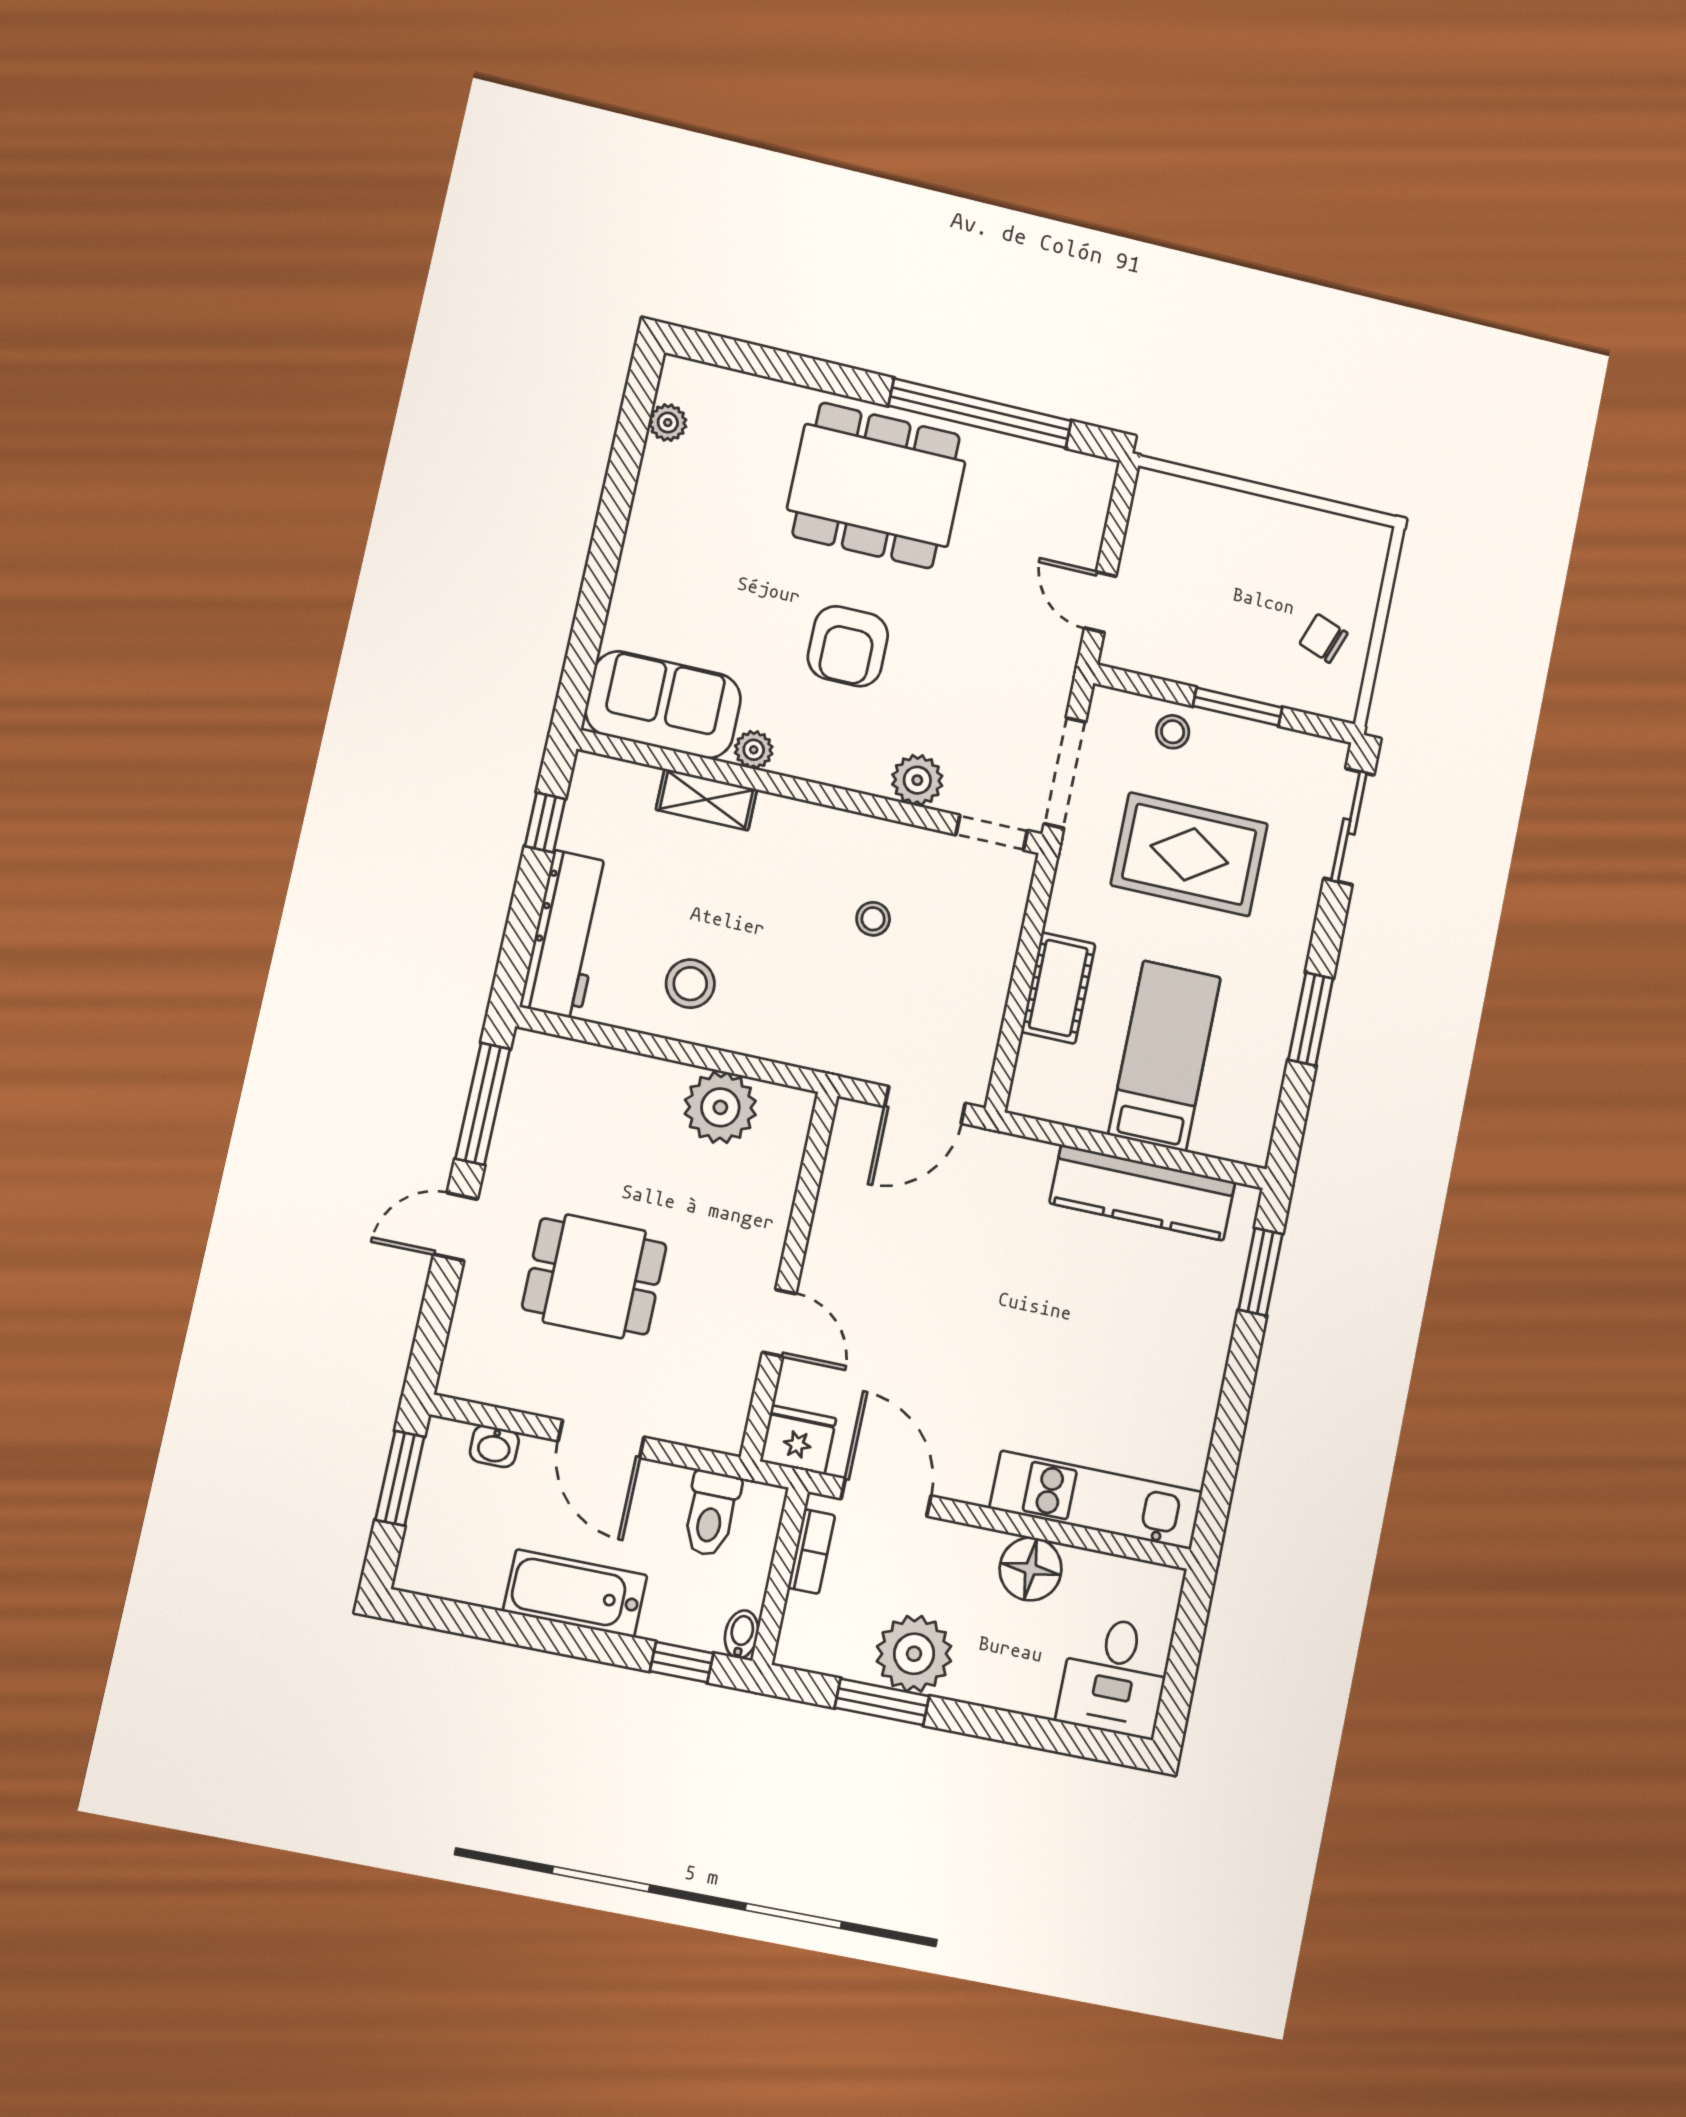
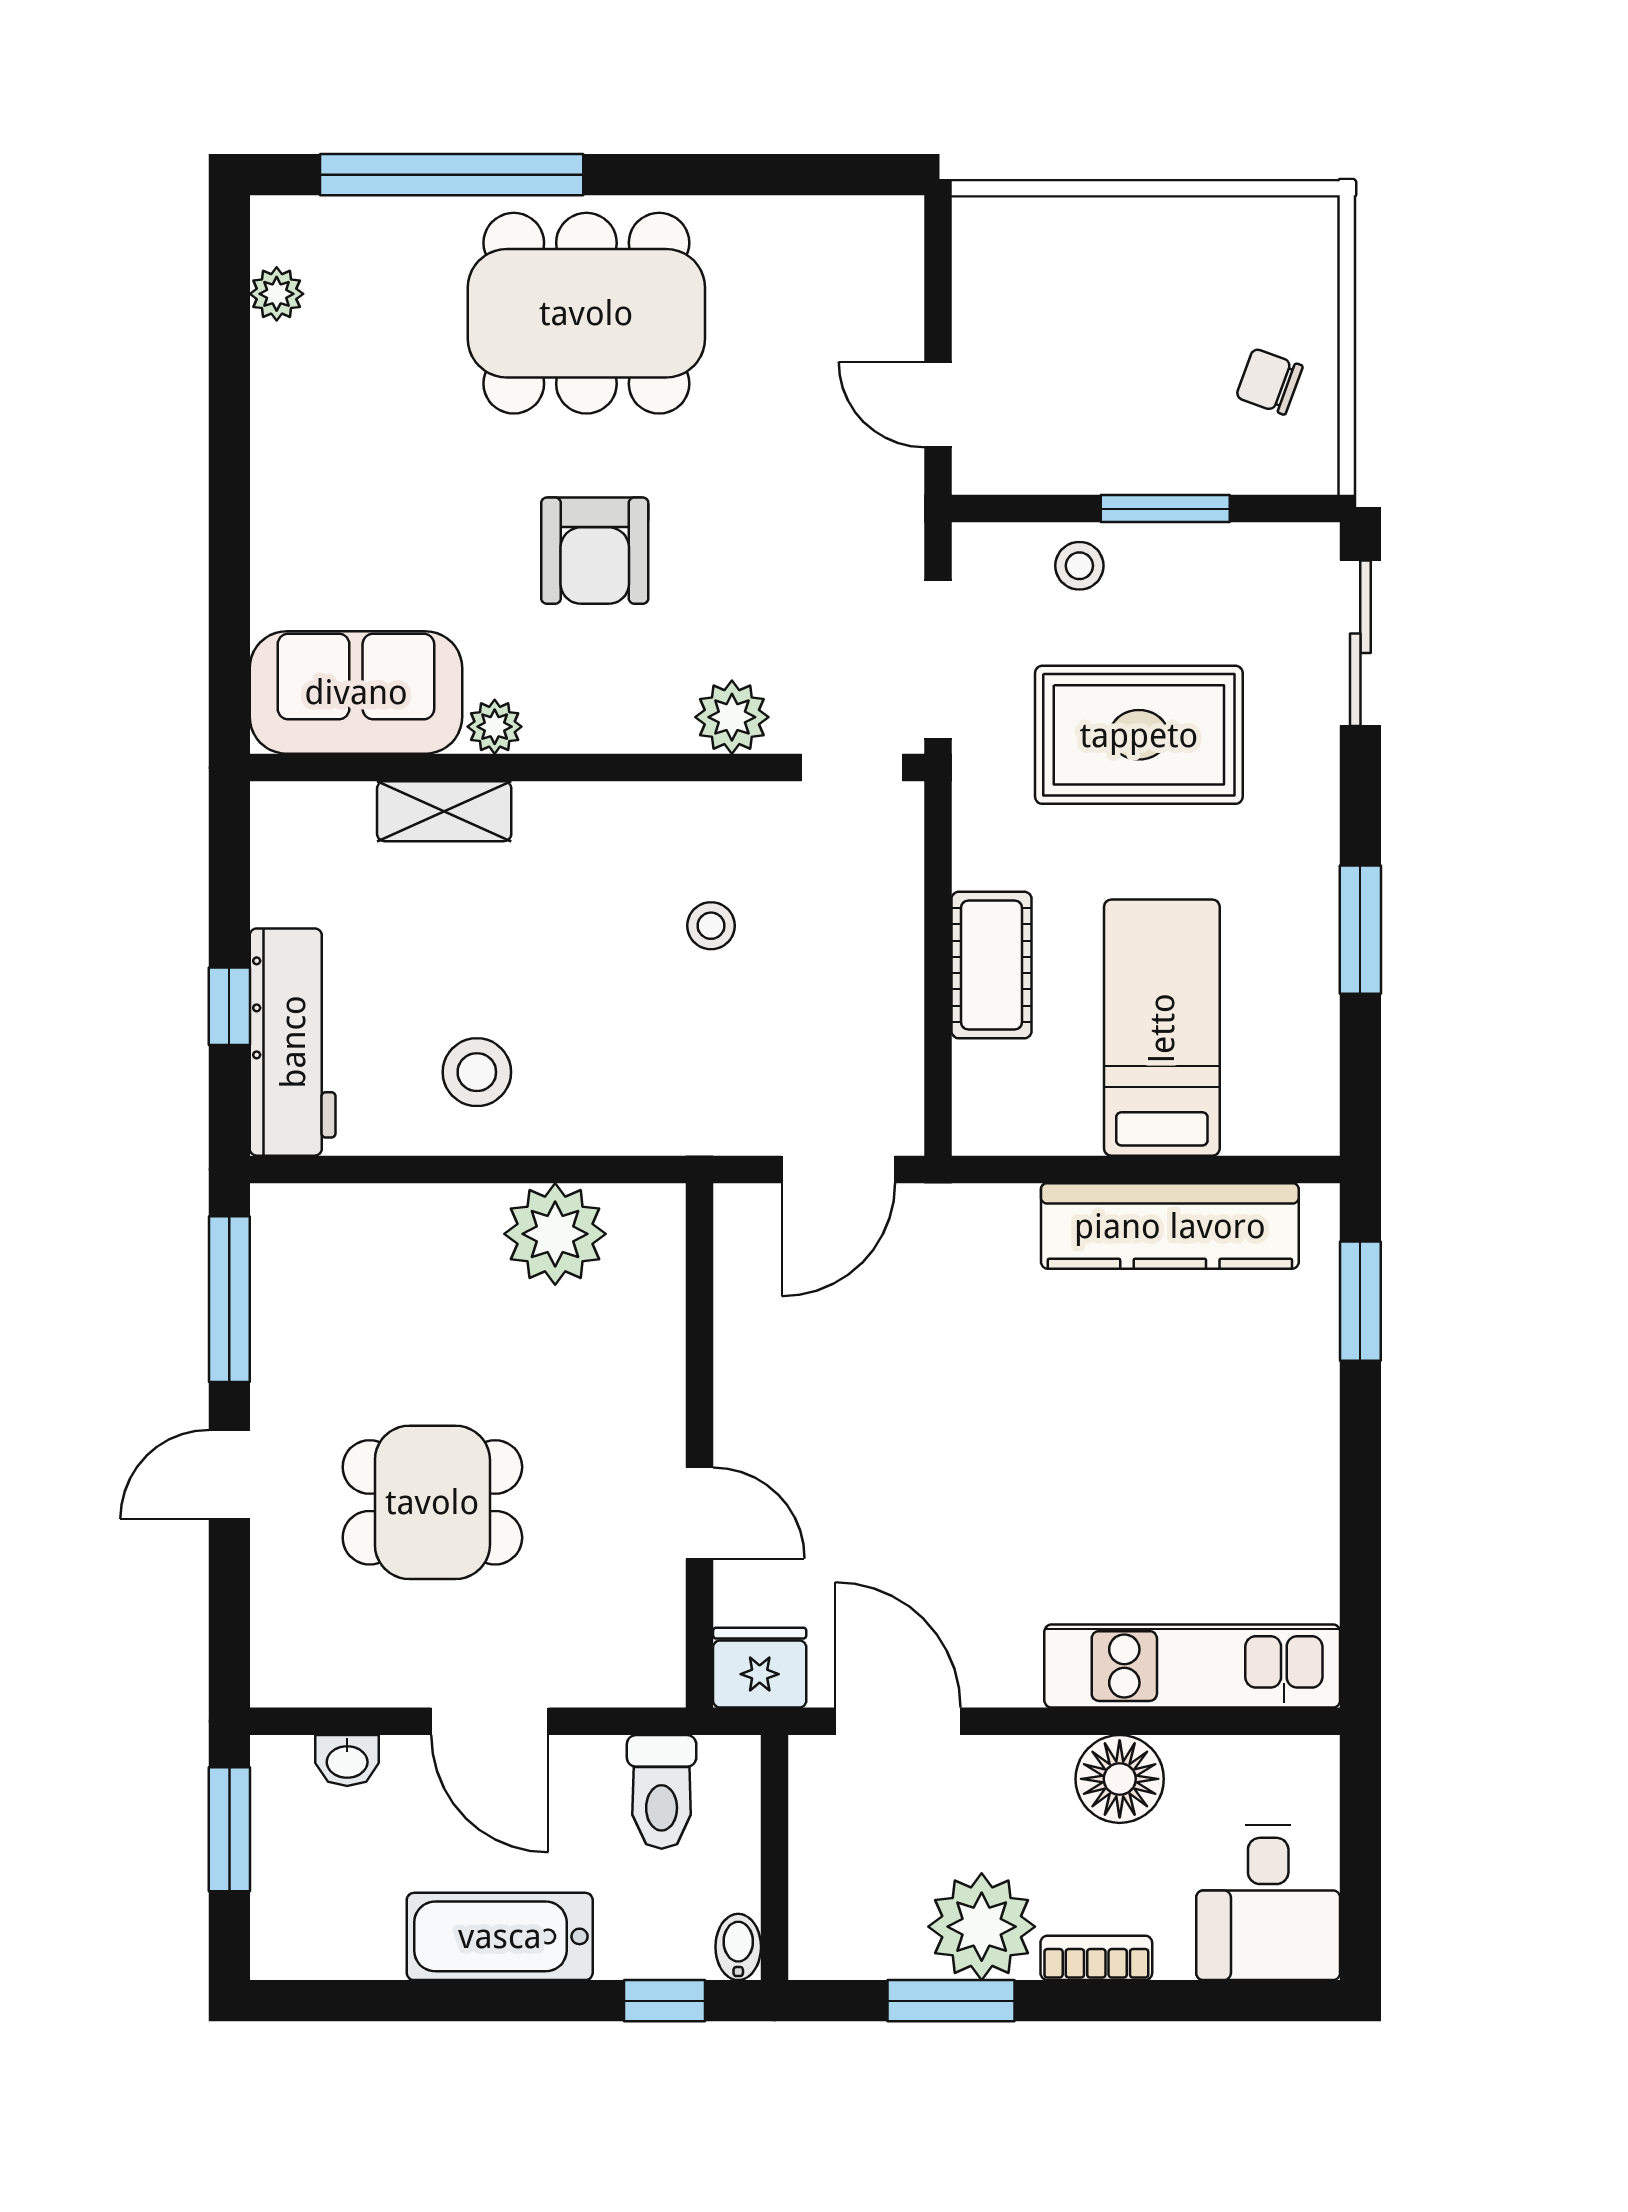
window: (980, 413) -> (452, 175), moved
window: (545, 822) -> (229, 1006), moved
bookcase: (811, 1552) -> (1096, 1958), moved, turned -90

